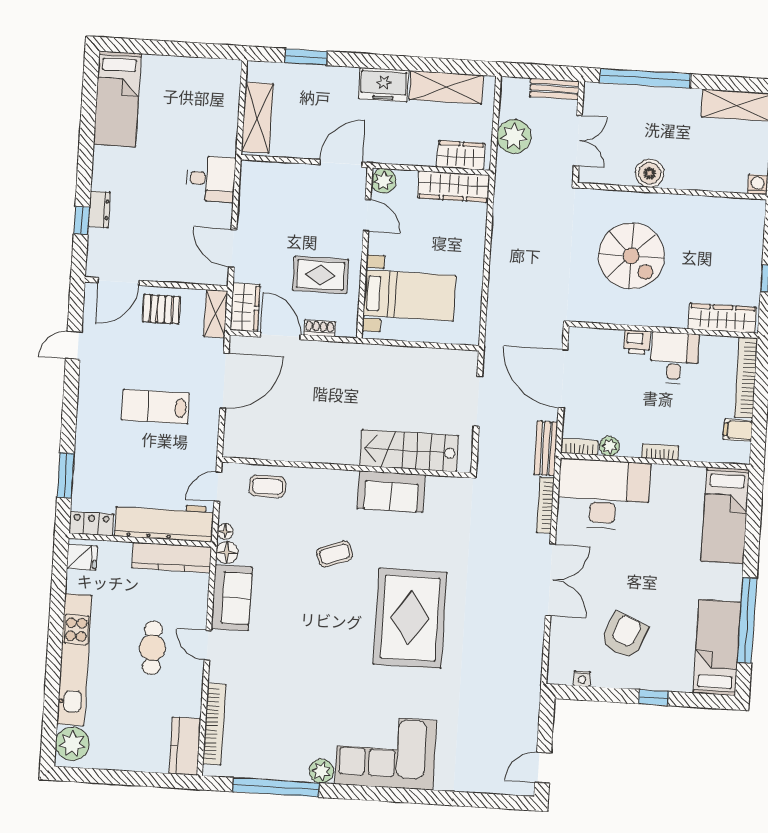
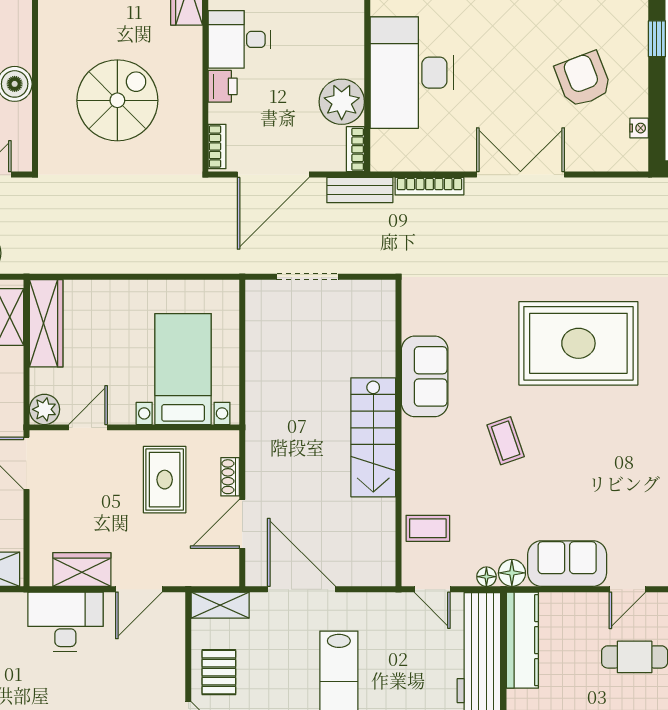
desk: (211, 179) -> (65, 622), width x1.37
wardrobe: (245, 307) -> (82, 570), moved
plant: (609, 446) -> (342, 102), width x1.88, depth x1.88
stairs: (409, 451) -> (373, 437), moved
bookcase: (660, 452) -> (217, 146), moved, turned 180
coffee table: (267, 486) -> (428, 528), turned 90
desk: (603, 494) -> (412, 73), moved
armchair: (624, 636) -> (583, 79), turned 46

